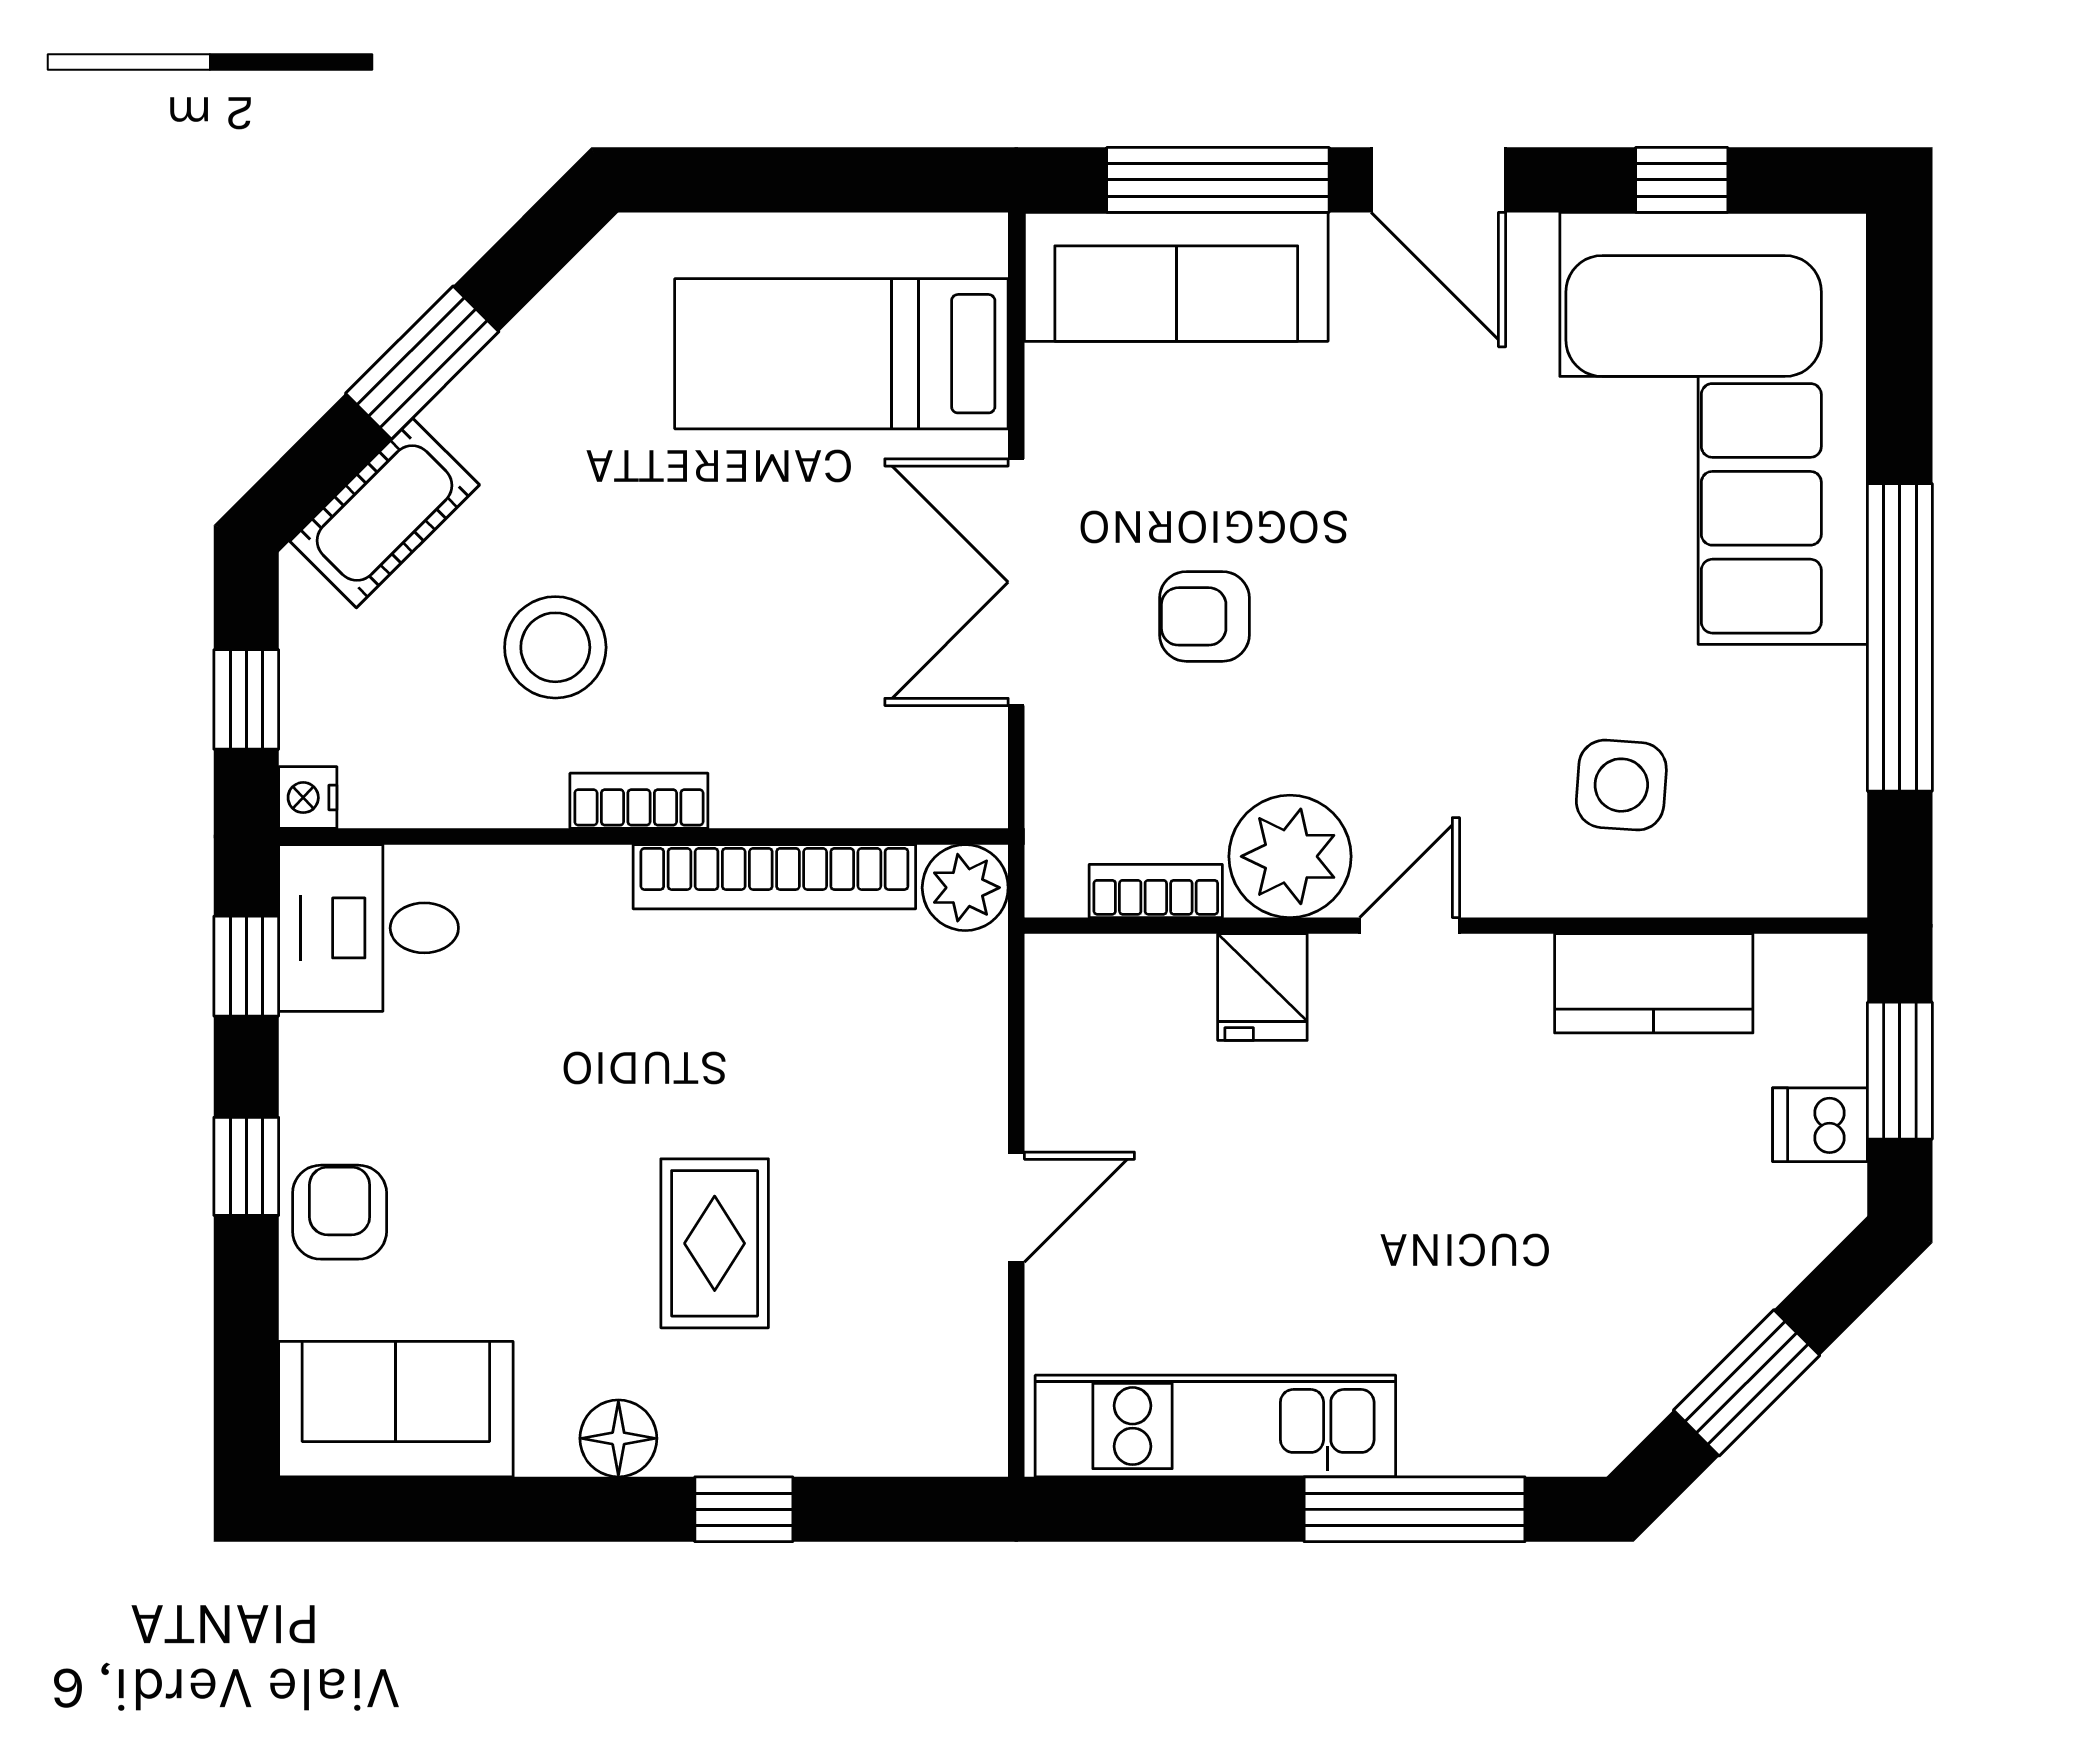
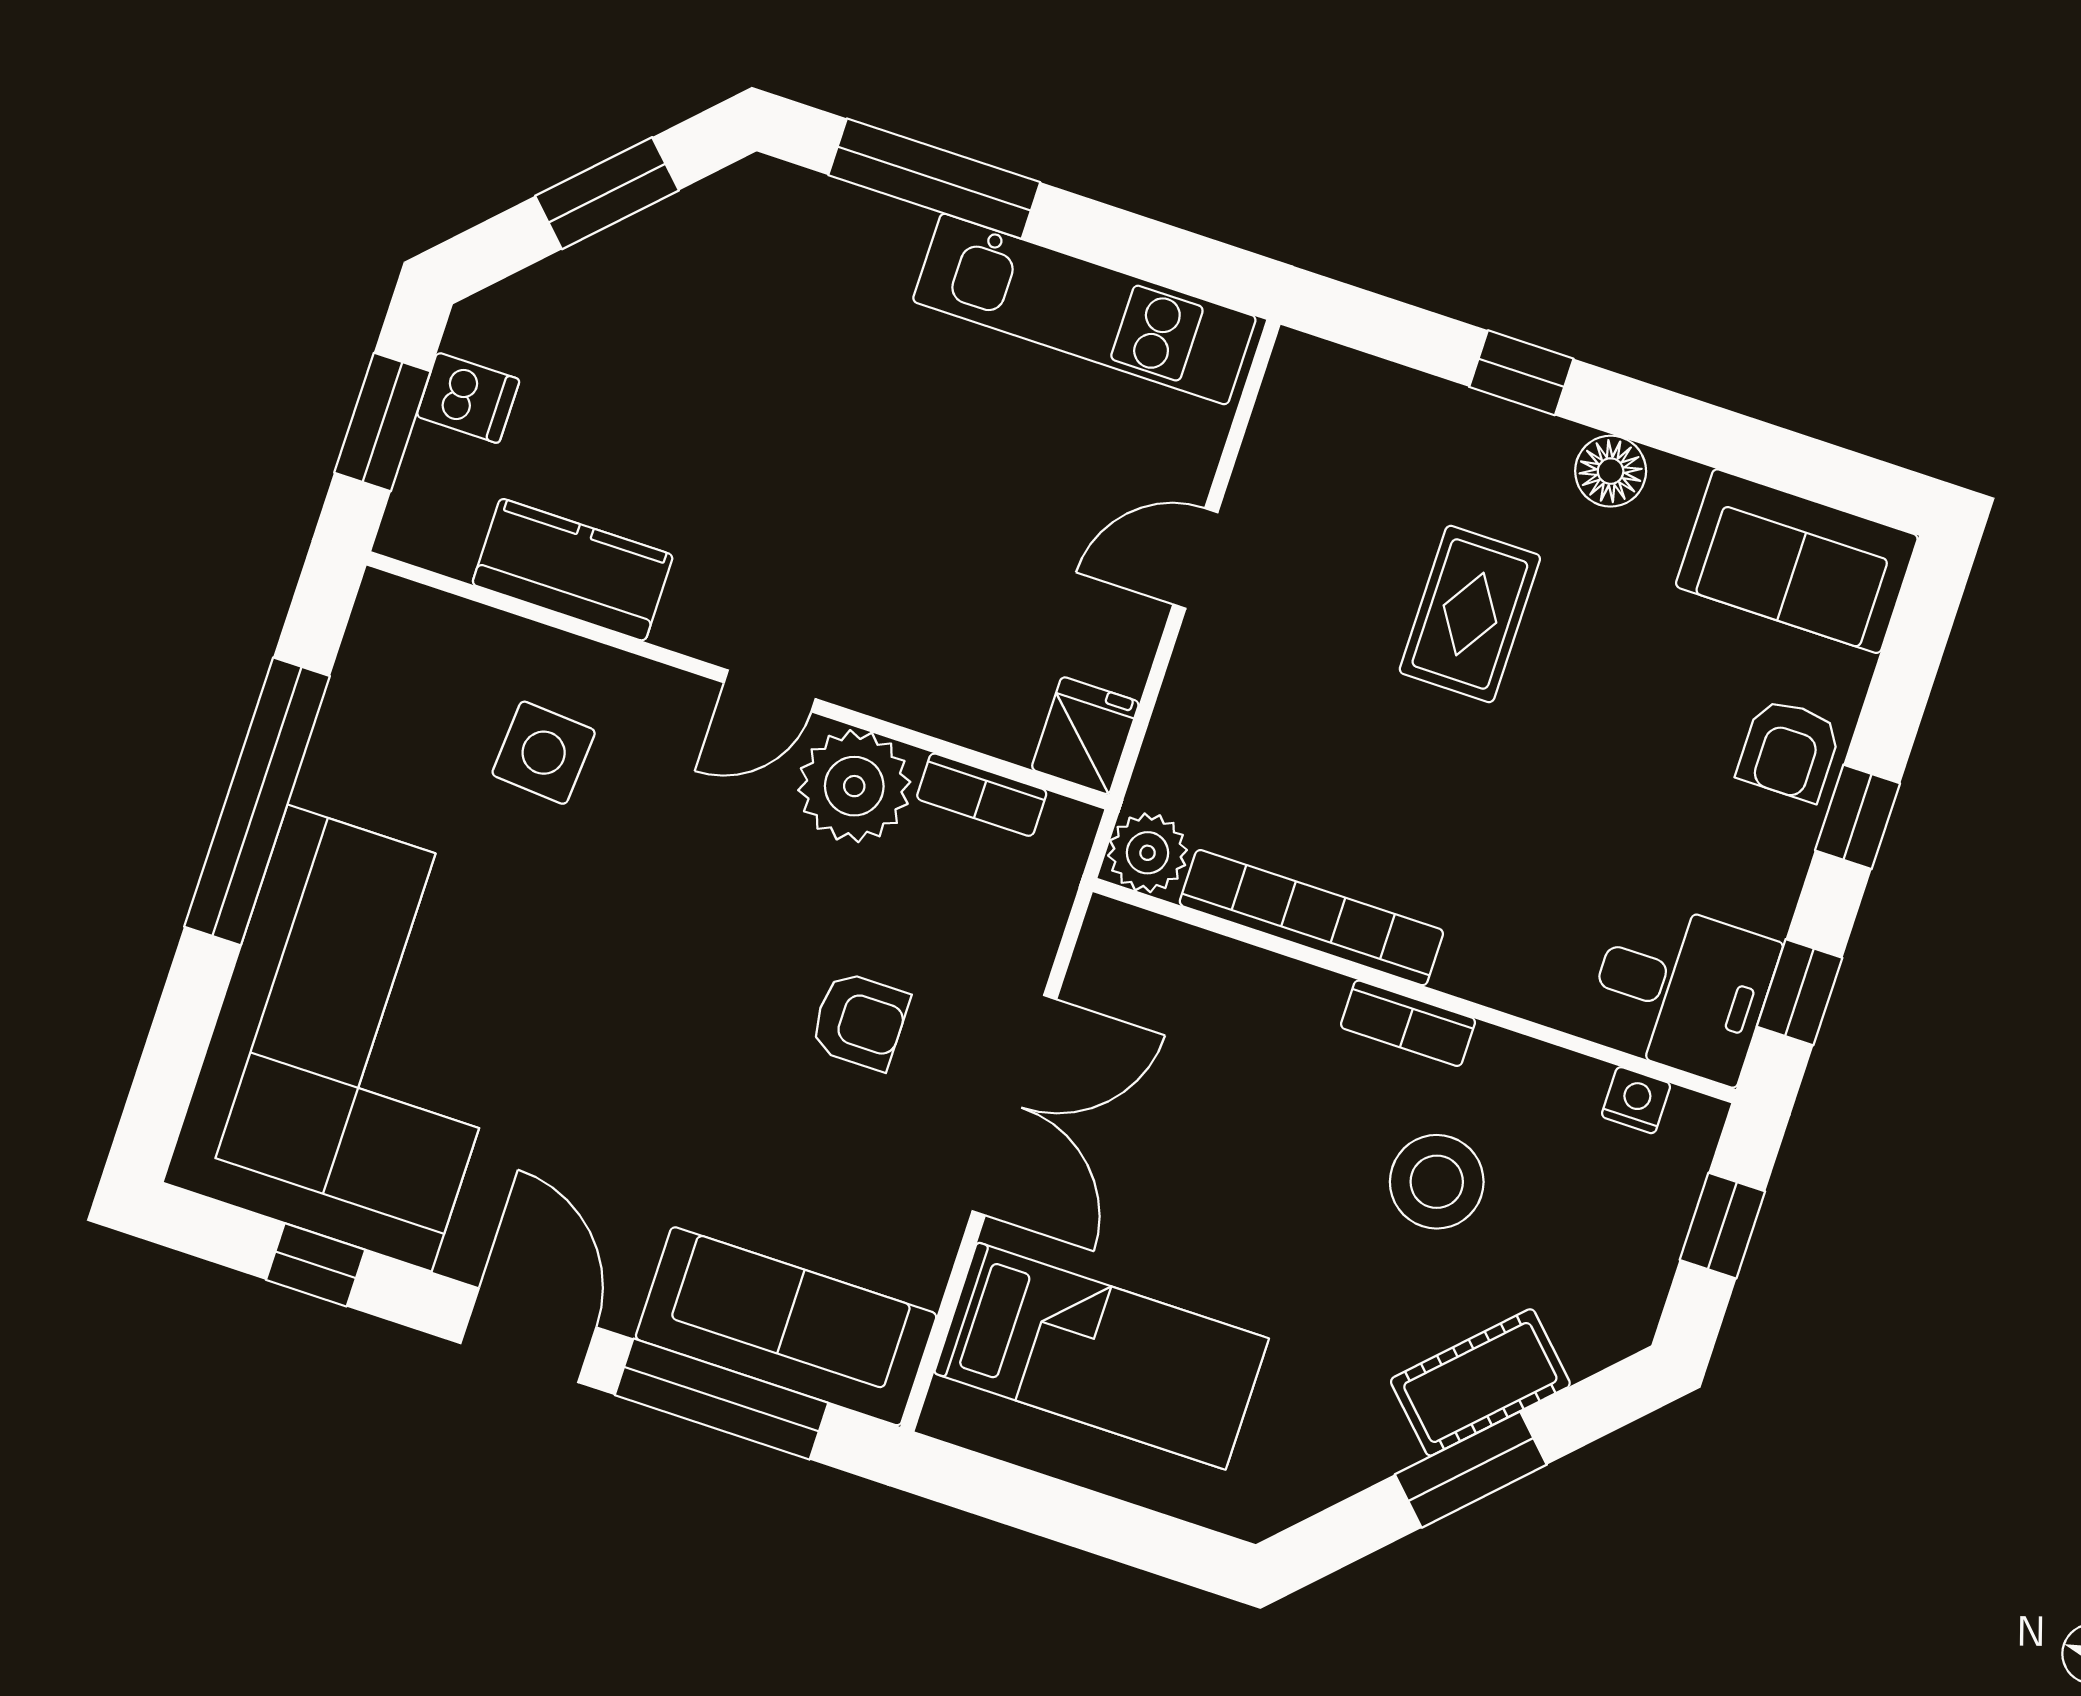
cot: (385, 513) -> (1480, 1382), moved
nightstand: (308, 798) -> (1636, 1100), moved, turned -90
fridge: (1262, 987) -> (1085, 736), moved

